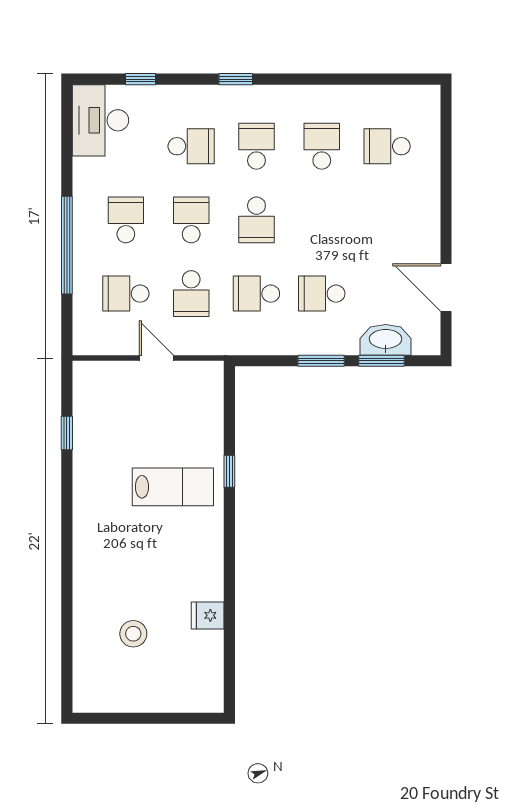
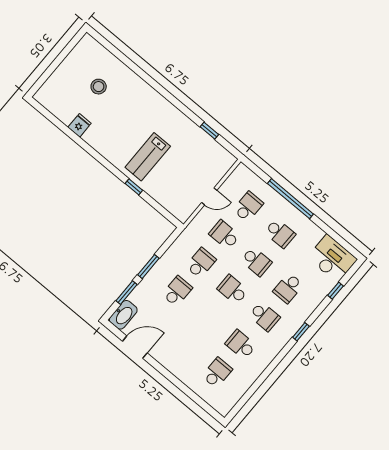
school desk: (322, 146) -> (241, 345), turned 180
washbasin: (386, 340) -> (123, 315), moved

